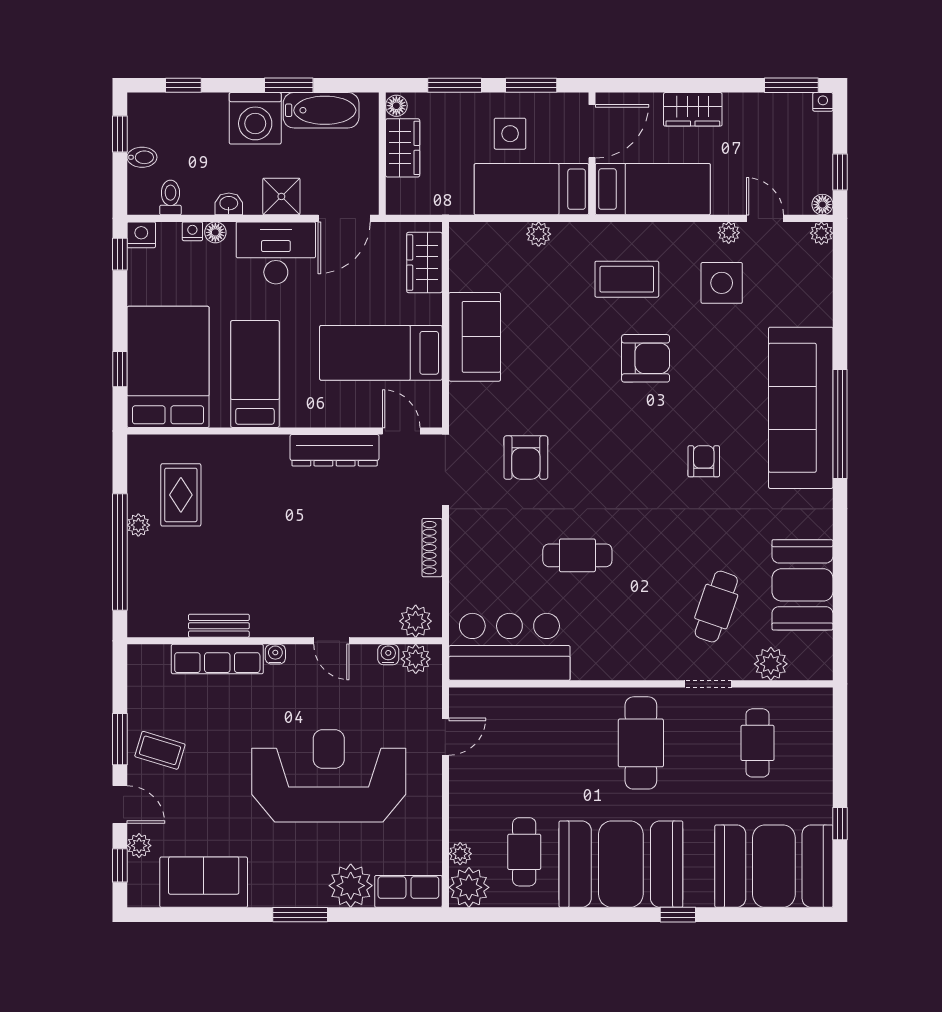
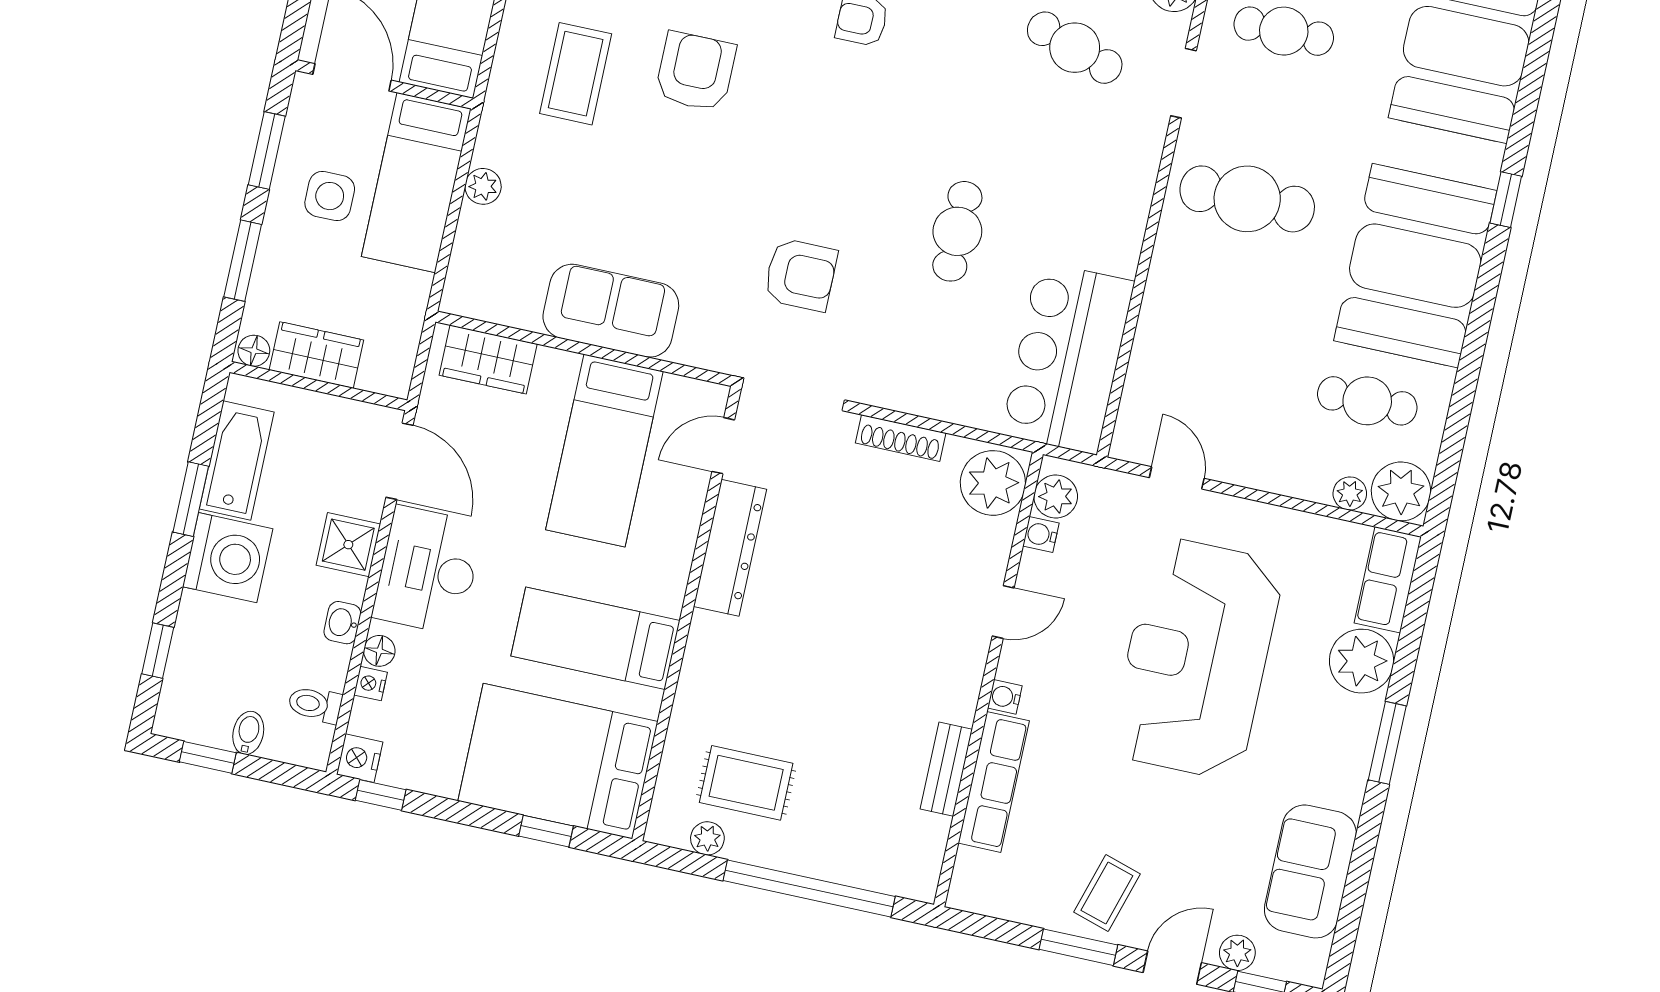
plant: (138, 525) -> (707, 838), moved
plant: (416, 621) -> (993, 483), width x1.36, depth x1.36

